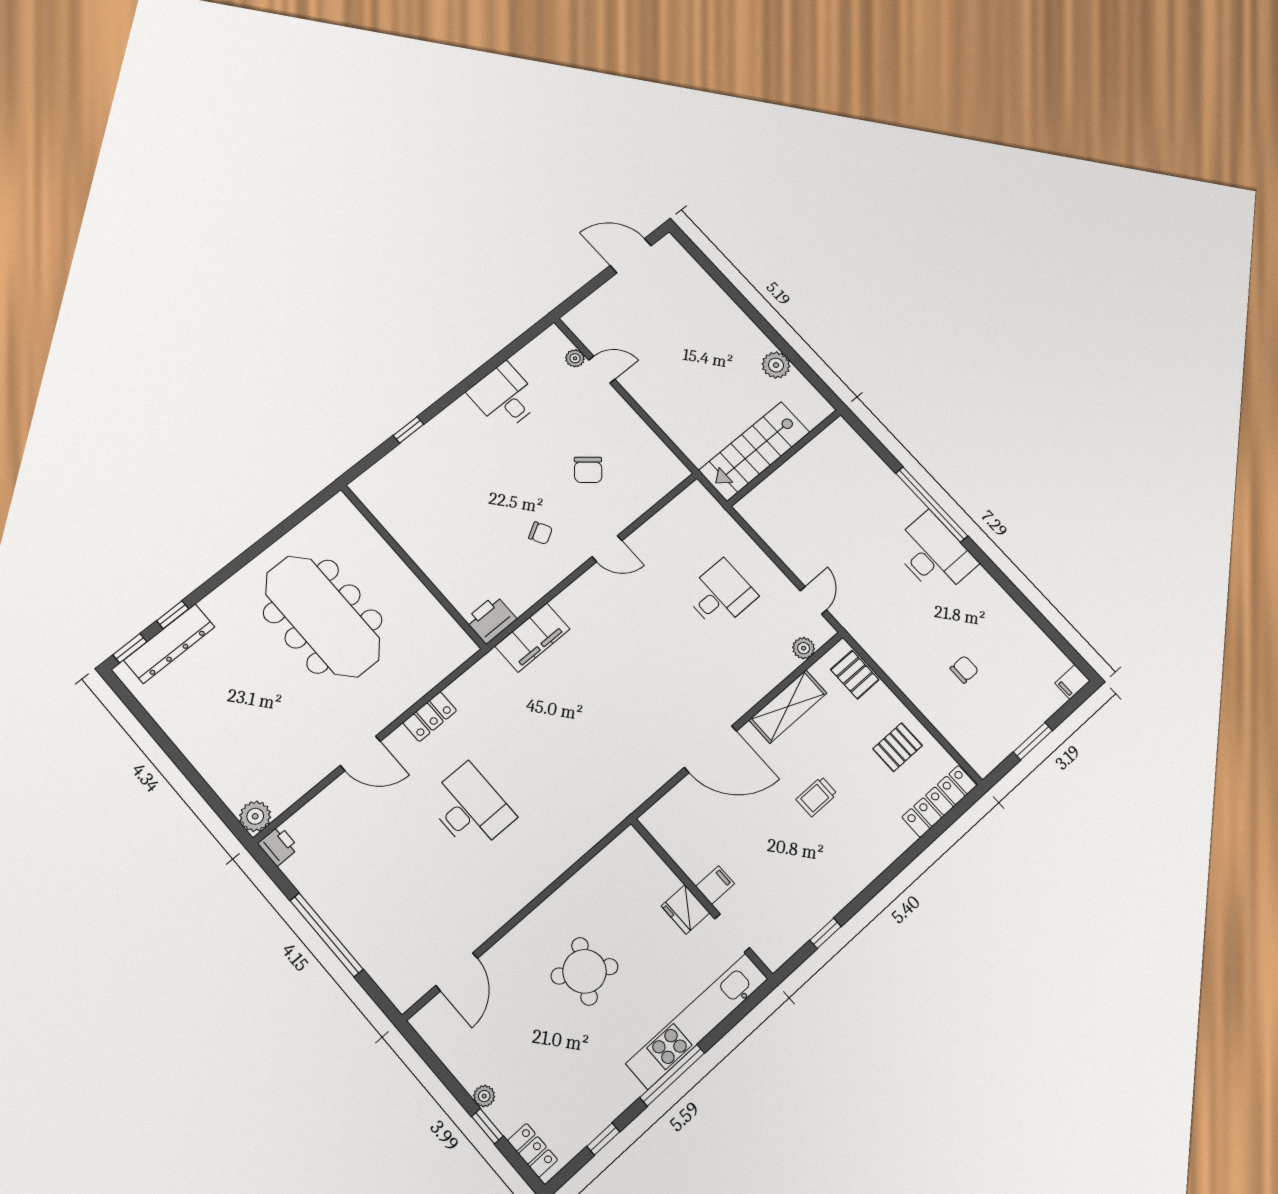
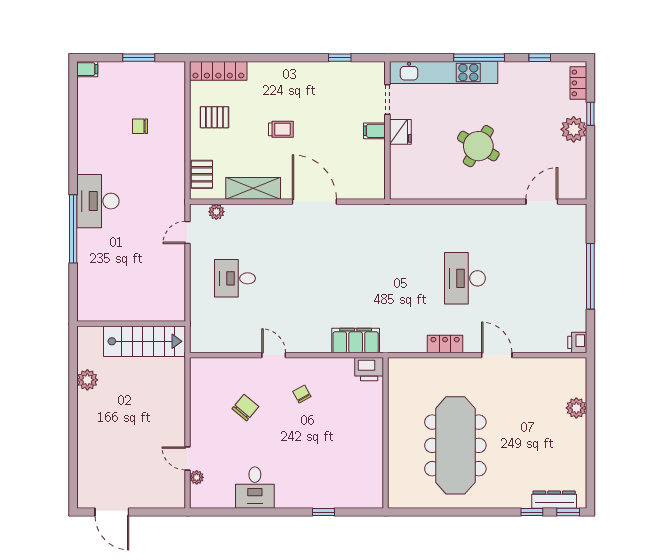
dresser: (169, 644) -> (554, 500), width x0.73, depth x0.80
plant: (255, 816) -> (576, 408), moved
plant: (484, 1096) -> (574, 129), width x1.88, depth x1.88

